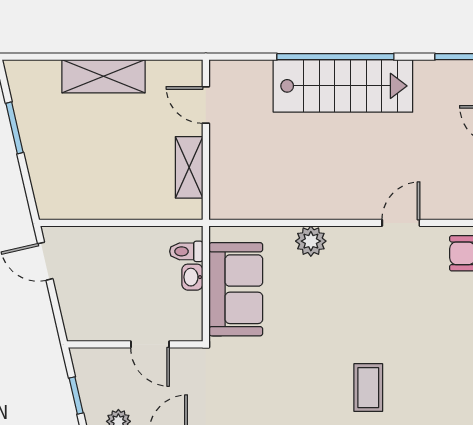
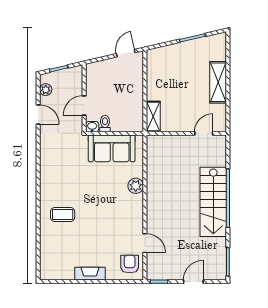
shelving: (189, 167) -> (153, 117), moved, turned 90
door: (401, 223) -> (145, 243), moved
toilet: (186, 251) -> (105, 124), moved
washbasin: (192, 277) -> (92, 127), moved

